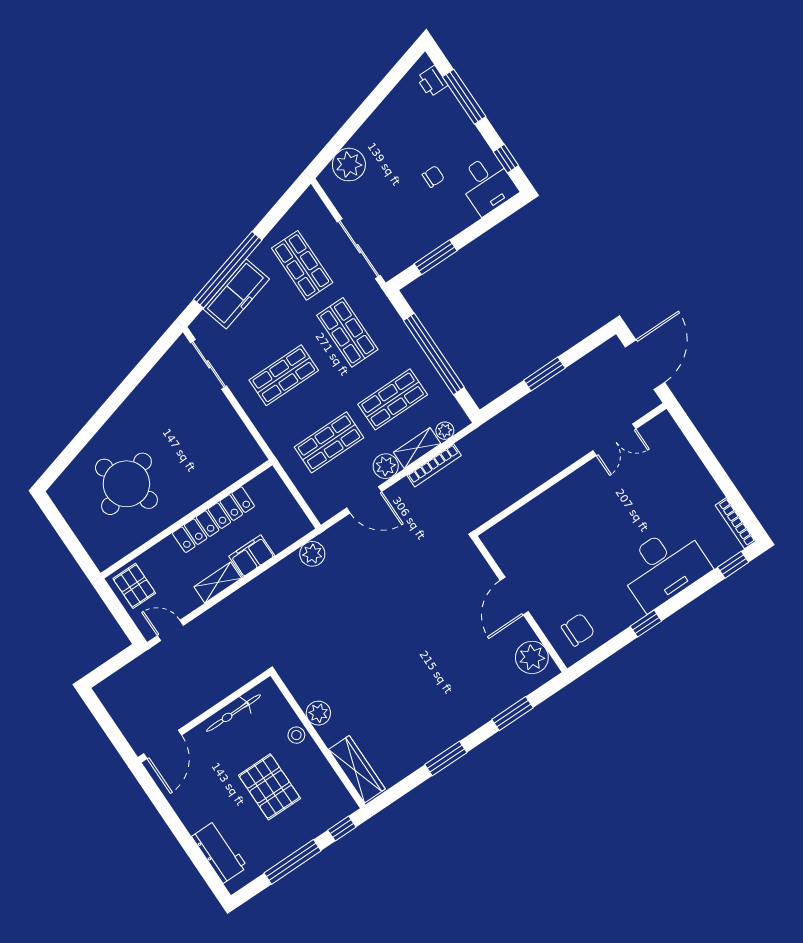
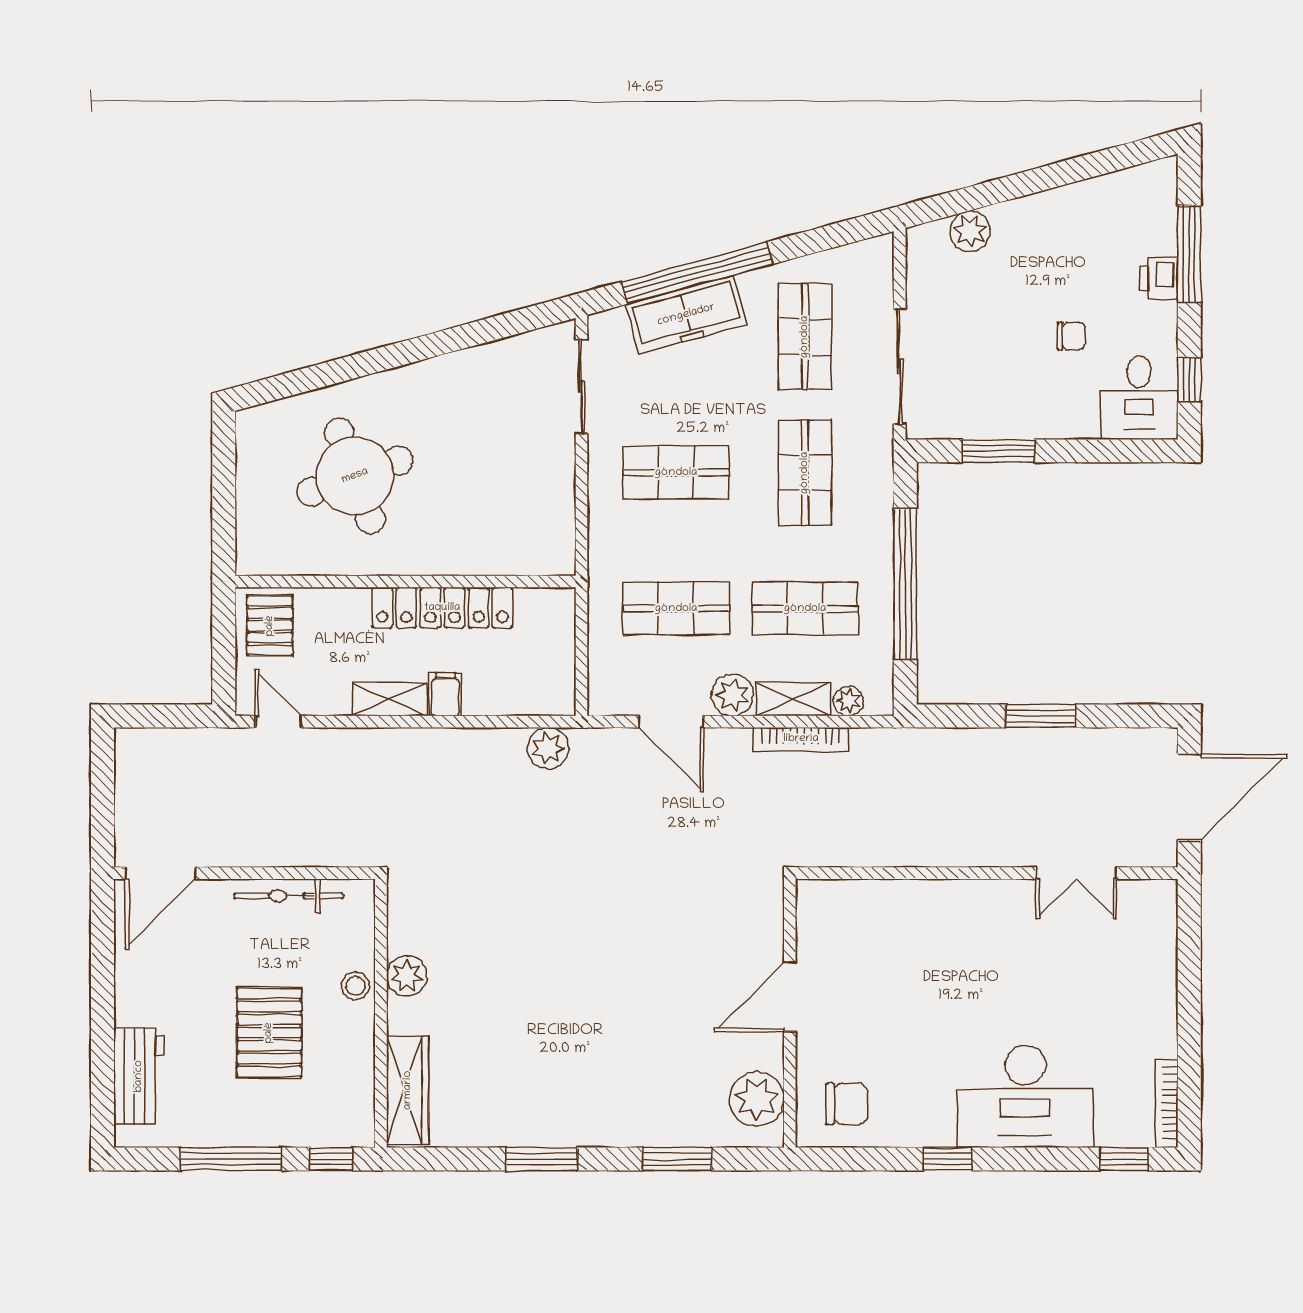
printer: (432, 81) -> (1159, 279), moved
plant: (349, 165) -> (970, 231), width x0.73, depth x0.73
filing cabinet: (252, 556) -> (445, 694), width x0.50

